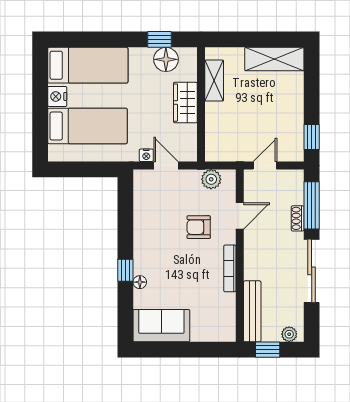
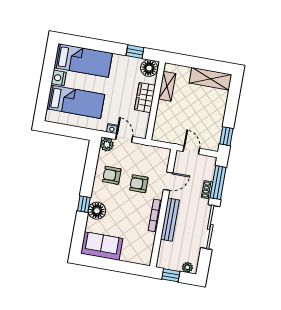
floor lamp: (166, 59) -> (149, 68), moved
door: (265, 166) -> (191, 150), hinge flipped
plant: (211, 179) -> (107, 145), moved
armchair: (158, 222) -> (112, 175), added
floor lamp: (140, 282) -> (97, 211), width x1.89, depth x1.89
bench: (252, 311) -> (170, 220), moved

